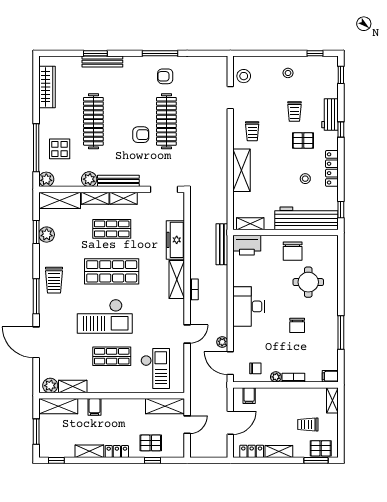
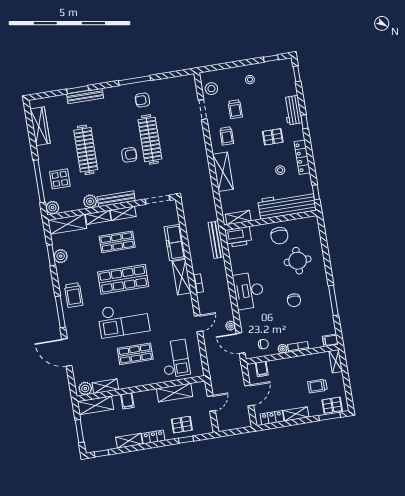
trolley: (294, 111) -> (235, 109), moved
shelving: (165, 406) -> (175, 393), moved

